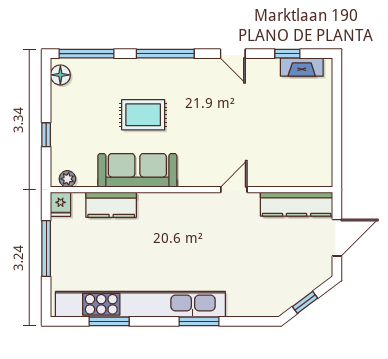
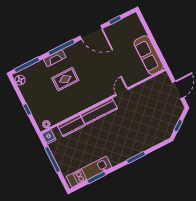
door: (233, 54) -> (91, 32), width x1.88
fireplace: (302, 67) -> (55, 58), moved
sofa: (137, 170) -> (149, 55), moved, turned -90
kitchen counter: (297, 204) -> (99, 112), moved
kitchen unit: (140, 304) -> (89, 172), width x0.54

